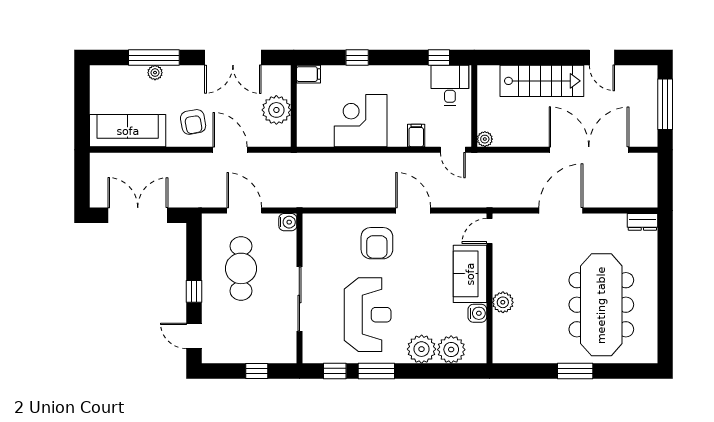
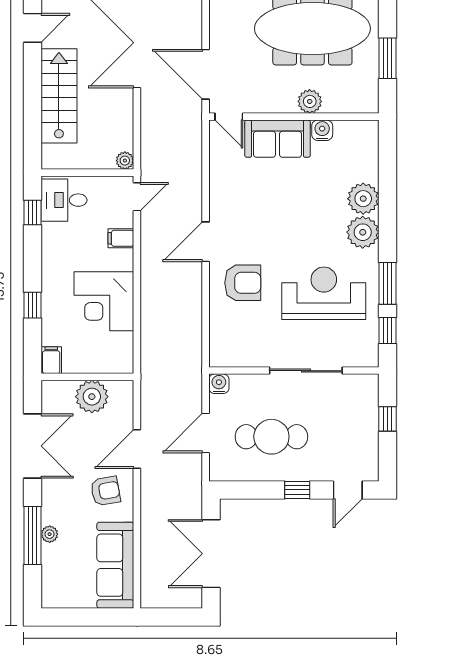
door: (489, 231) -> (229, 117), moved
sofa: (470, 274) -> (278, 139), moved
wall: (489, 288) -> (294, 117), moved
plant: (503, 302) -> (310, 101), moved
water cooler: (477, 313) -> (322, 130), moved

